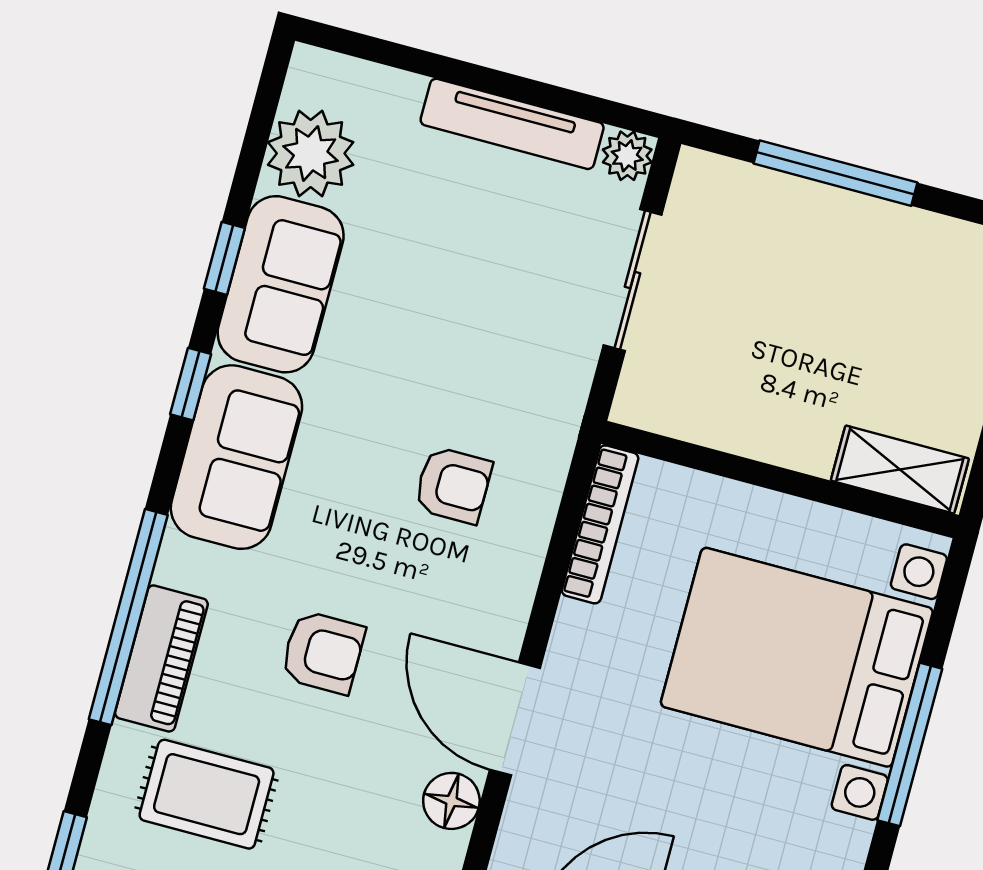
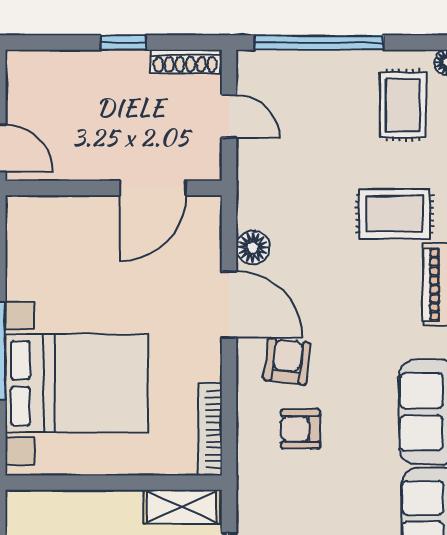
shelving: (900, 470) -> (182, 507), moved
armchair: (323, 652) -> (287, 361), moved, turned 97

